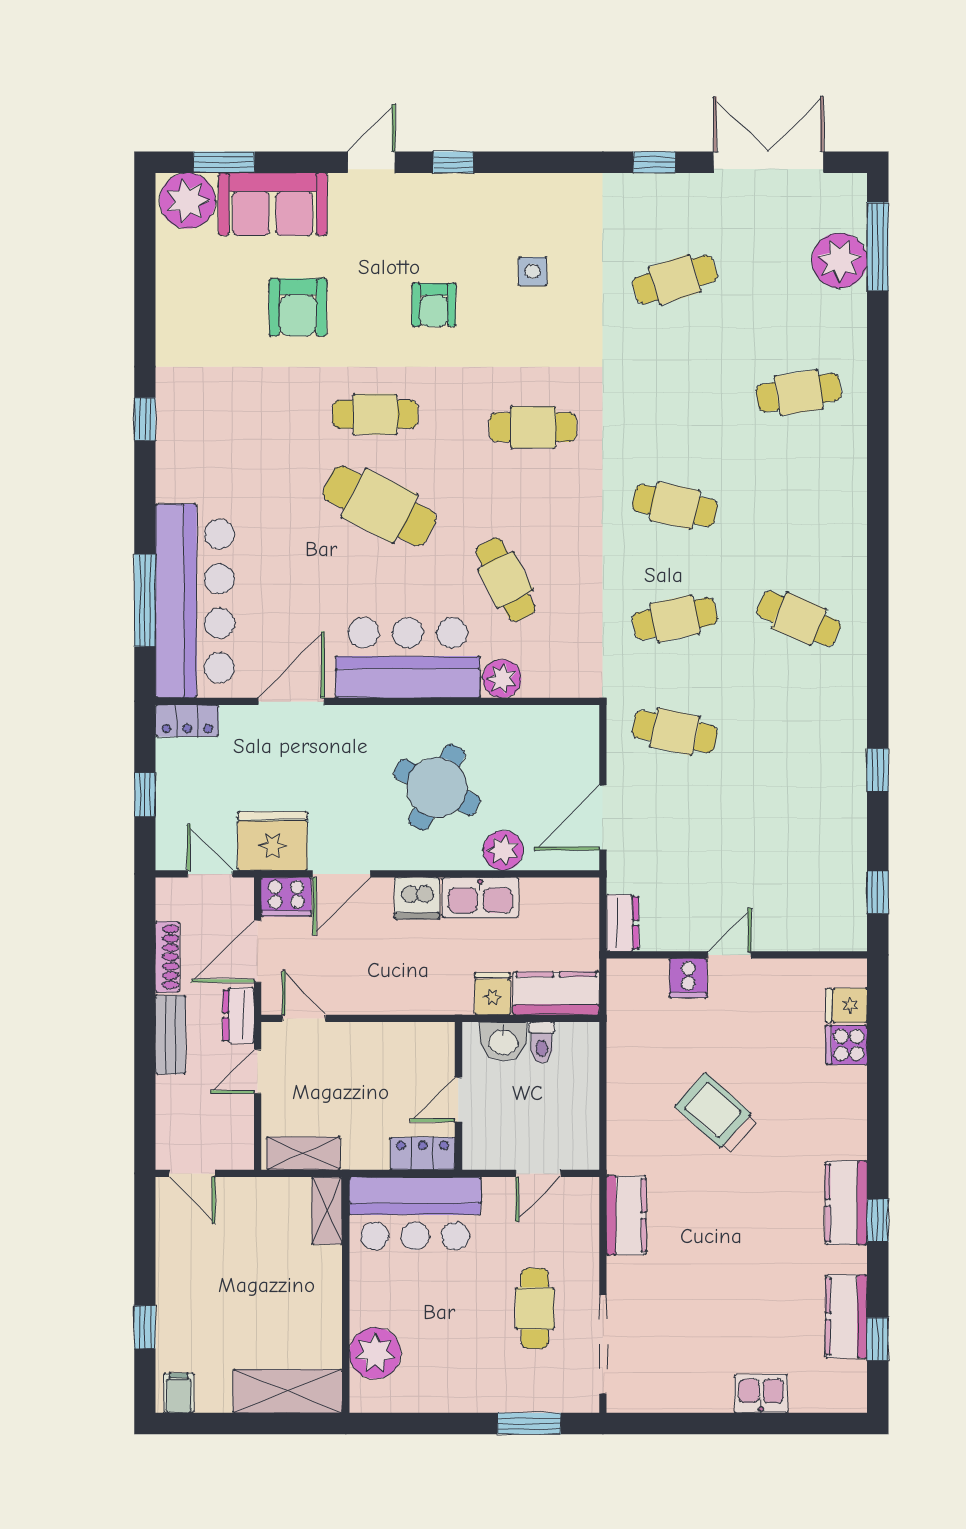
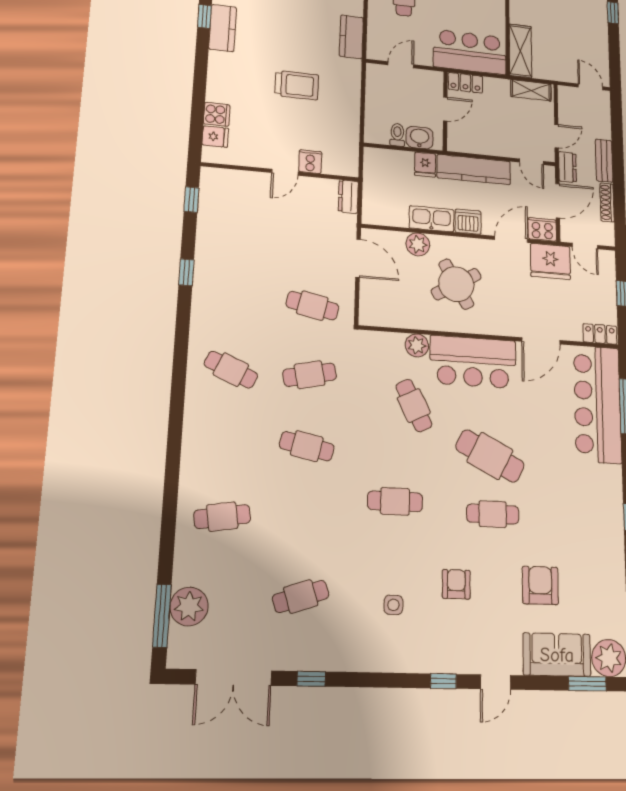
round table: (437, 787) -> (456, 284), turned 33
door: (603, 818) -> (358, 258), hinge flipped
kitchen counter: (556, 993) -> (474, 170), moved, width x1.50
trolley: (717, 1113) -> (297, 85), turned -42
shelving: (327, 1211) -> (520, 51), width x1.50, depth x1.33

